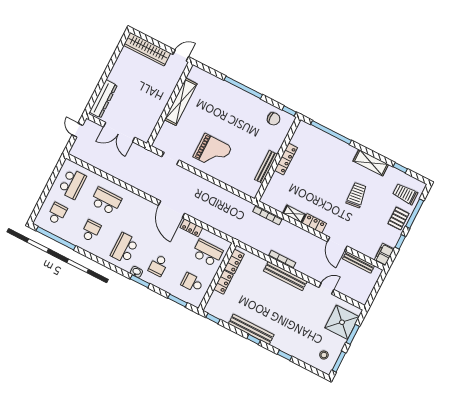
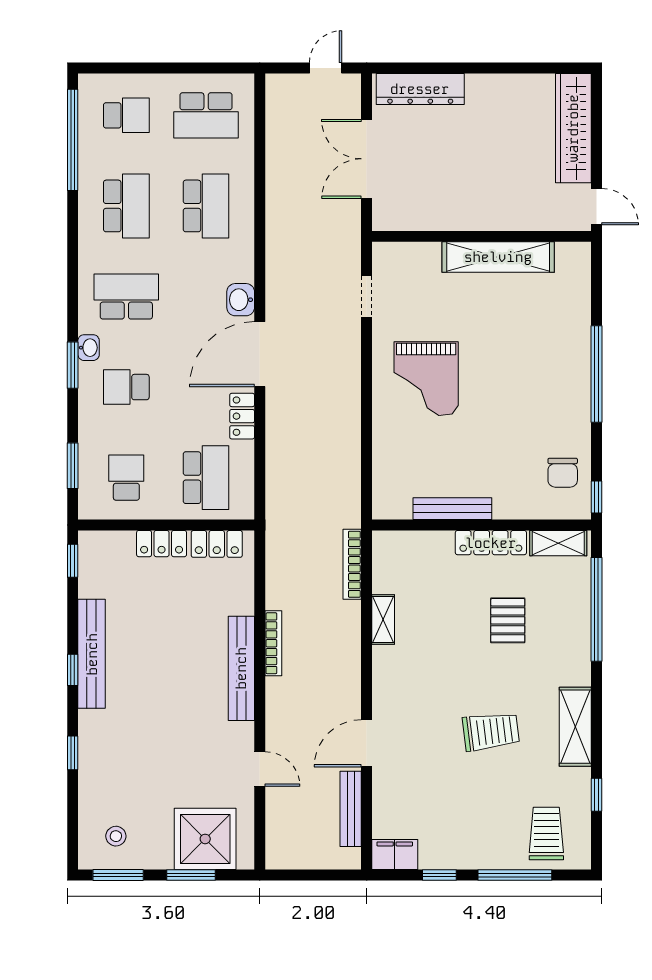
shelving: (299, 134) -> (558, 543), added
washbasin: (148, 206) -> (241, 300), added
pallet: (398, 219) -> (508, 620), moved, turned 90
locker: (314, 223) -> (385, 673), removed
school desk: (91, 231) -> (126, 206), width x1.85

